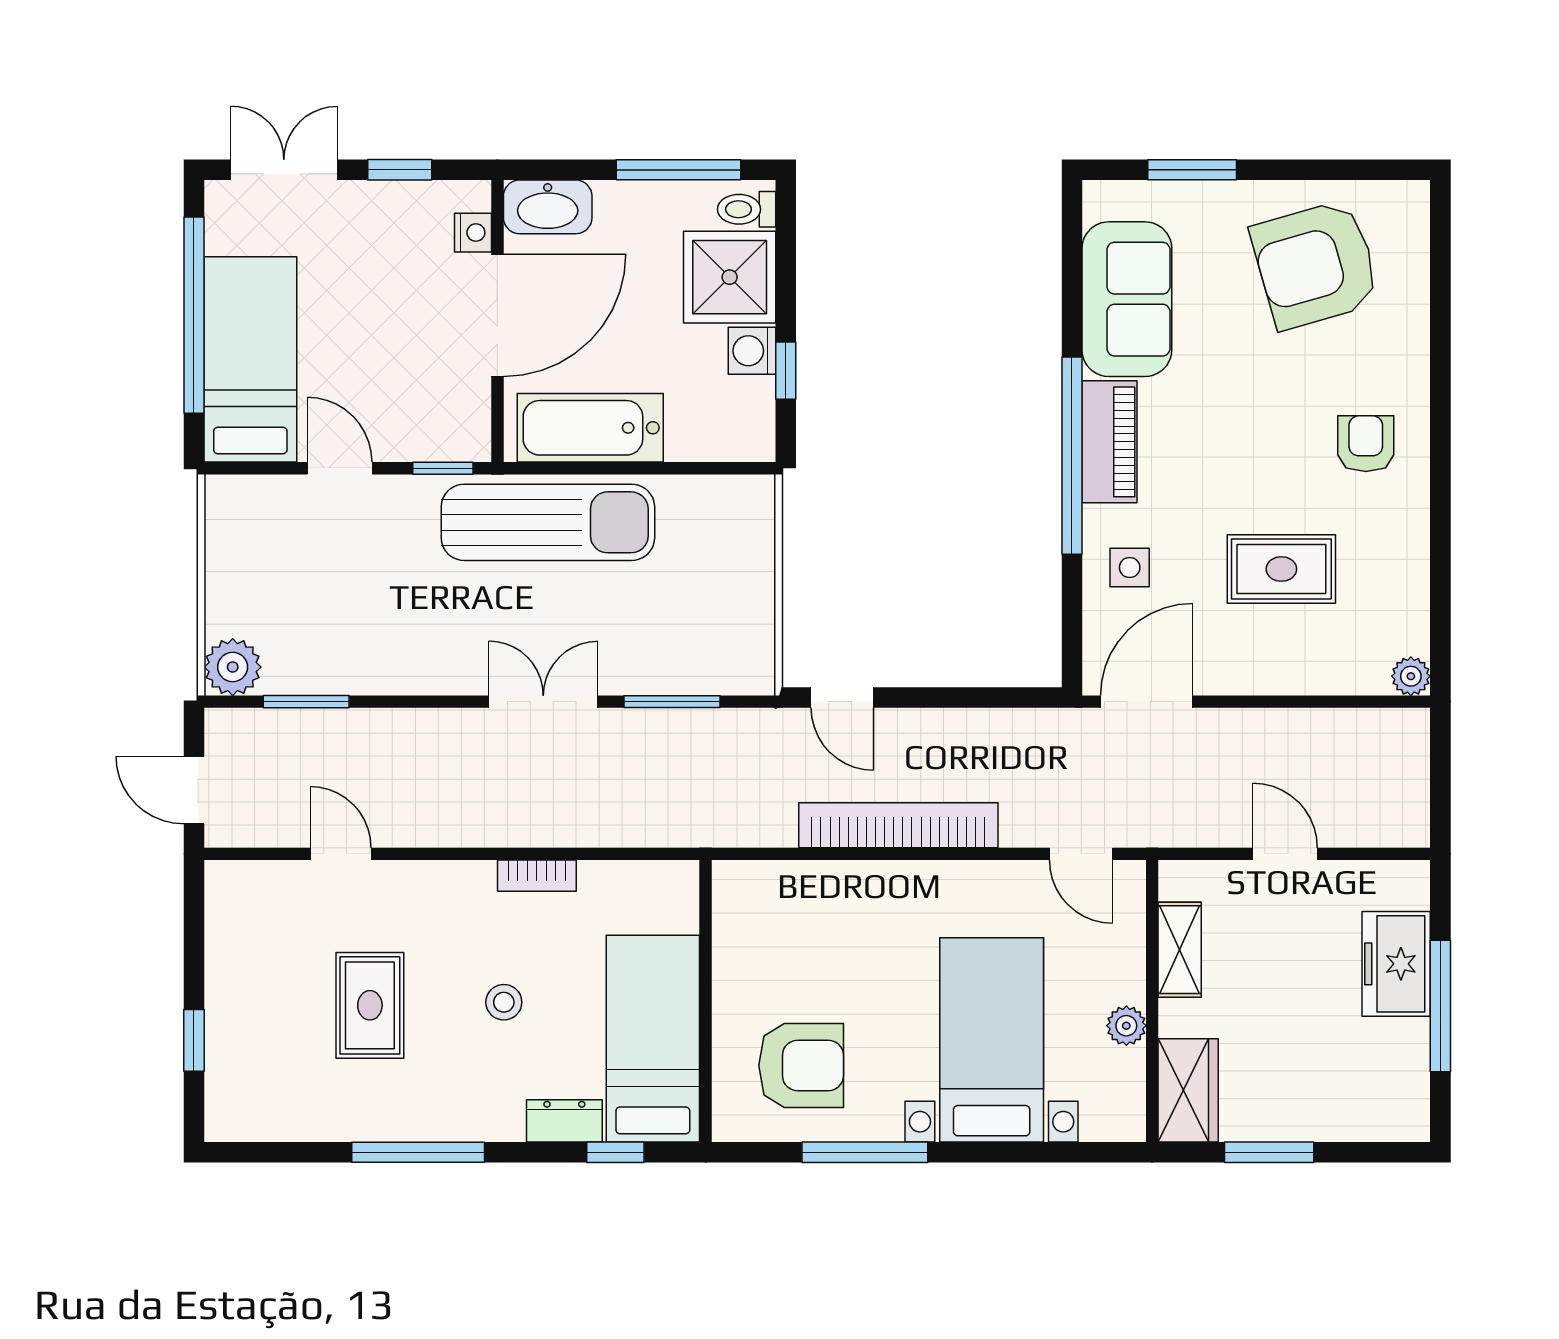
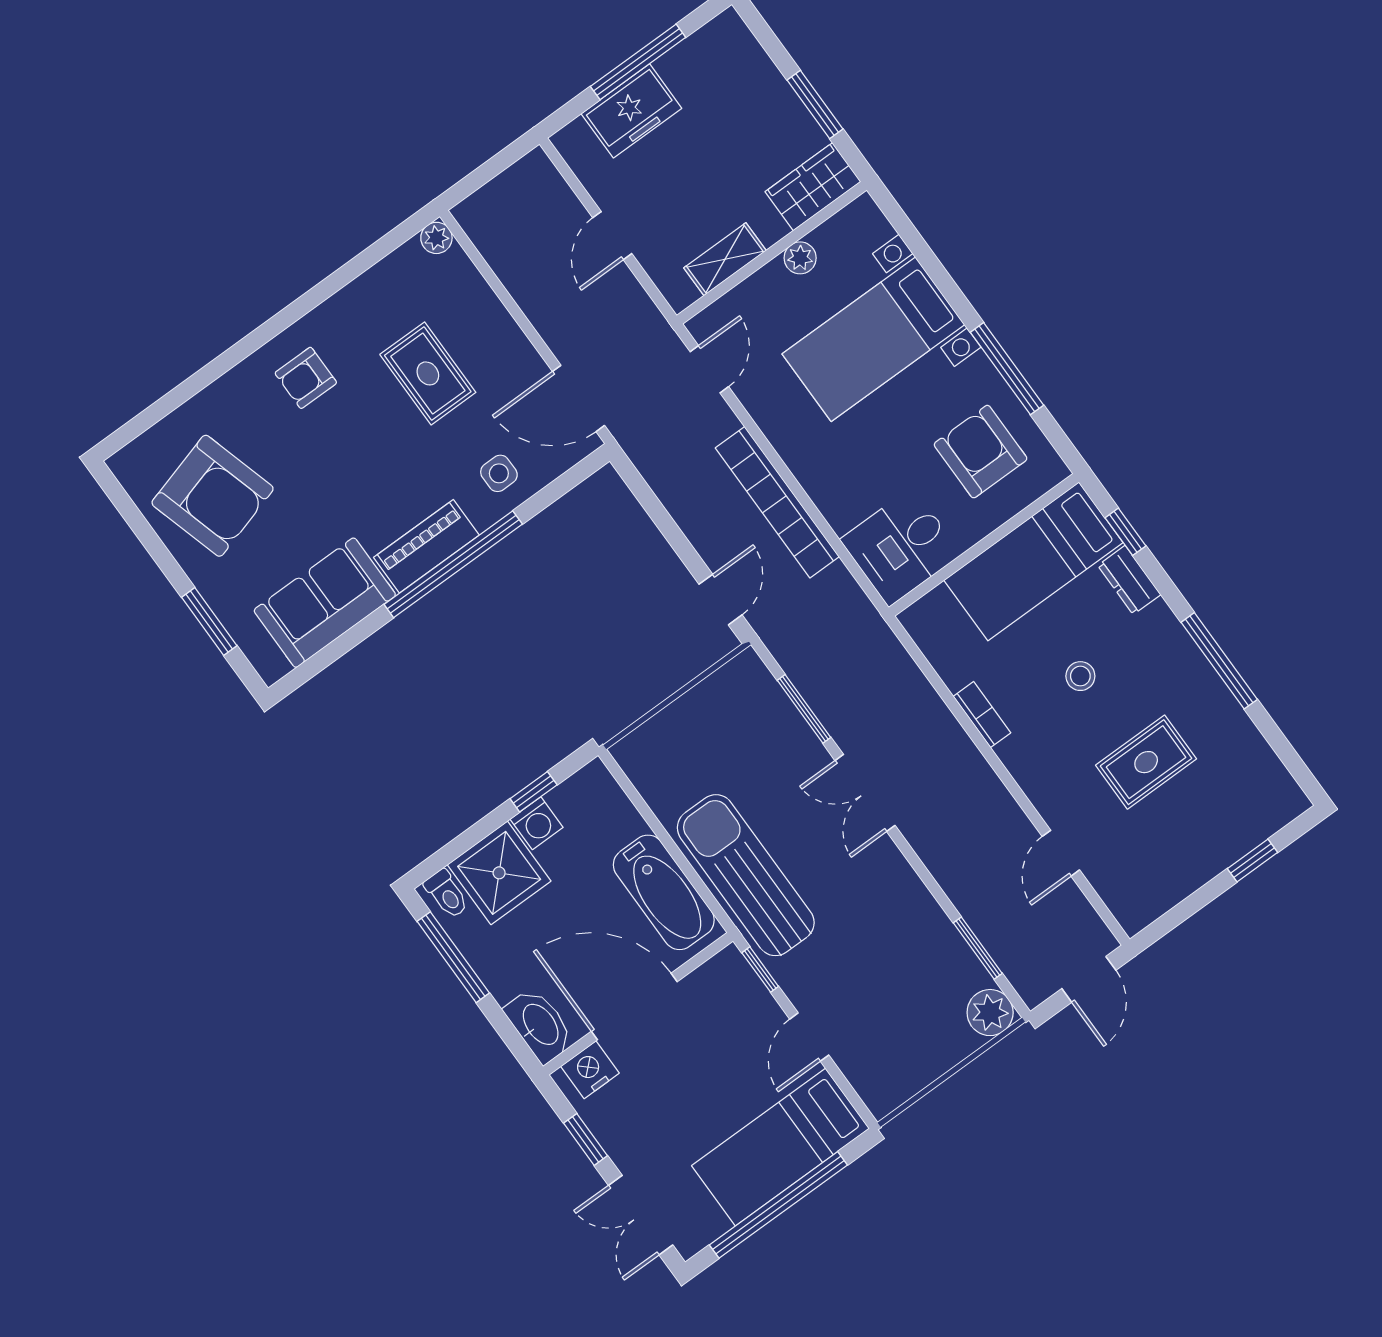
nightstand: (473, 233) -> (590, 1070), width x1.39, depth x1.35
desk: (764, 916) -> (901, 547), added

